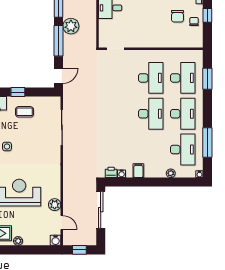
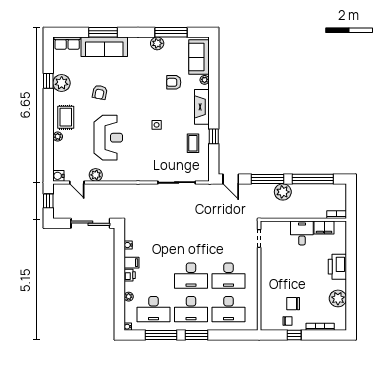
window: (207, 79) -> (196, 335), moved
printer: (111, 172) -> (130, 275), moved
door: (62, 223) -> (77, 182), hinge flipped

